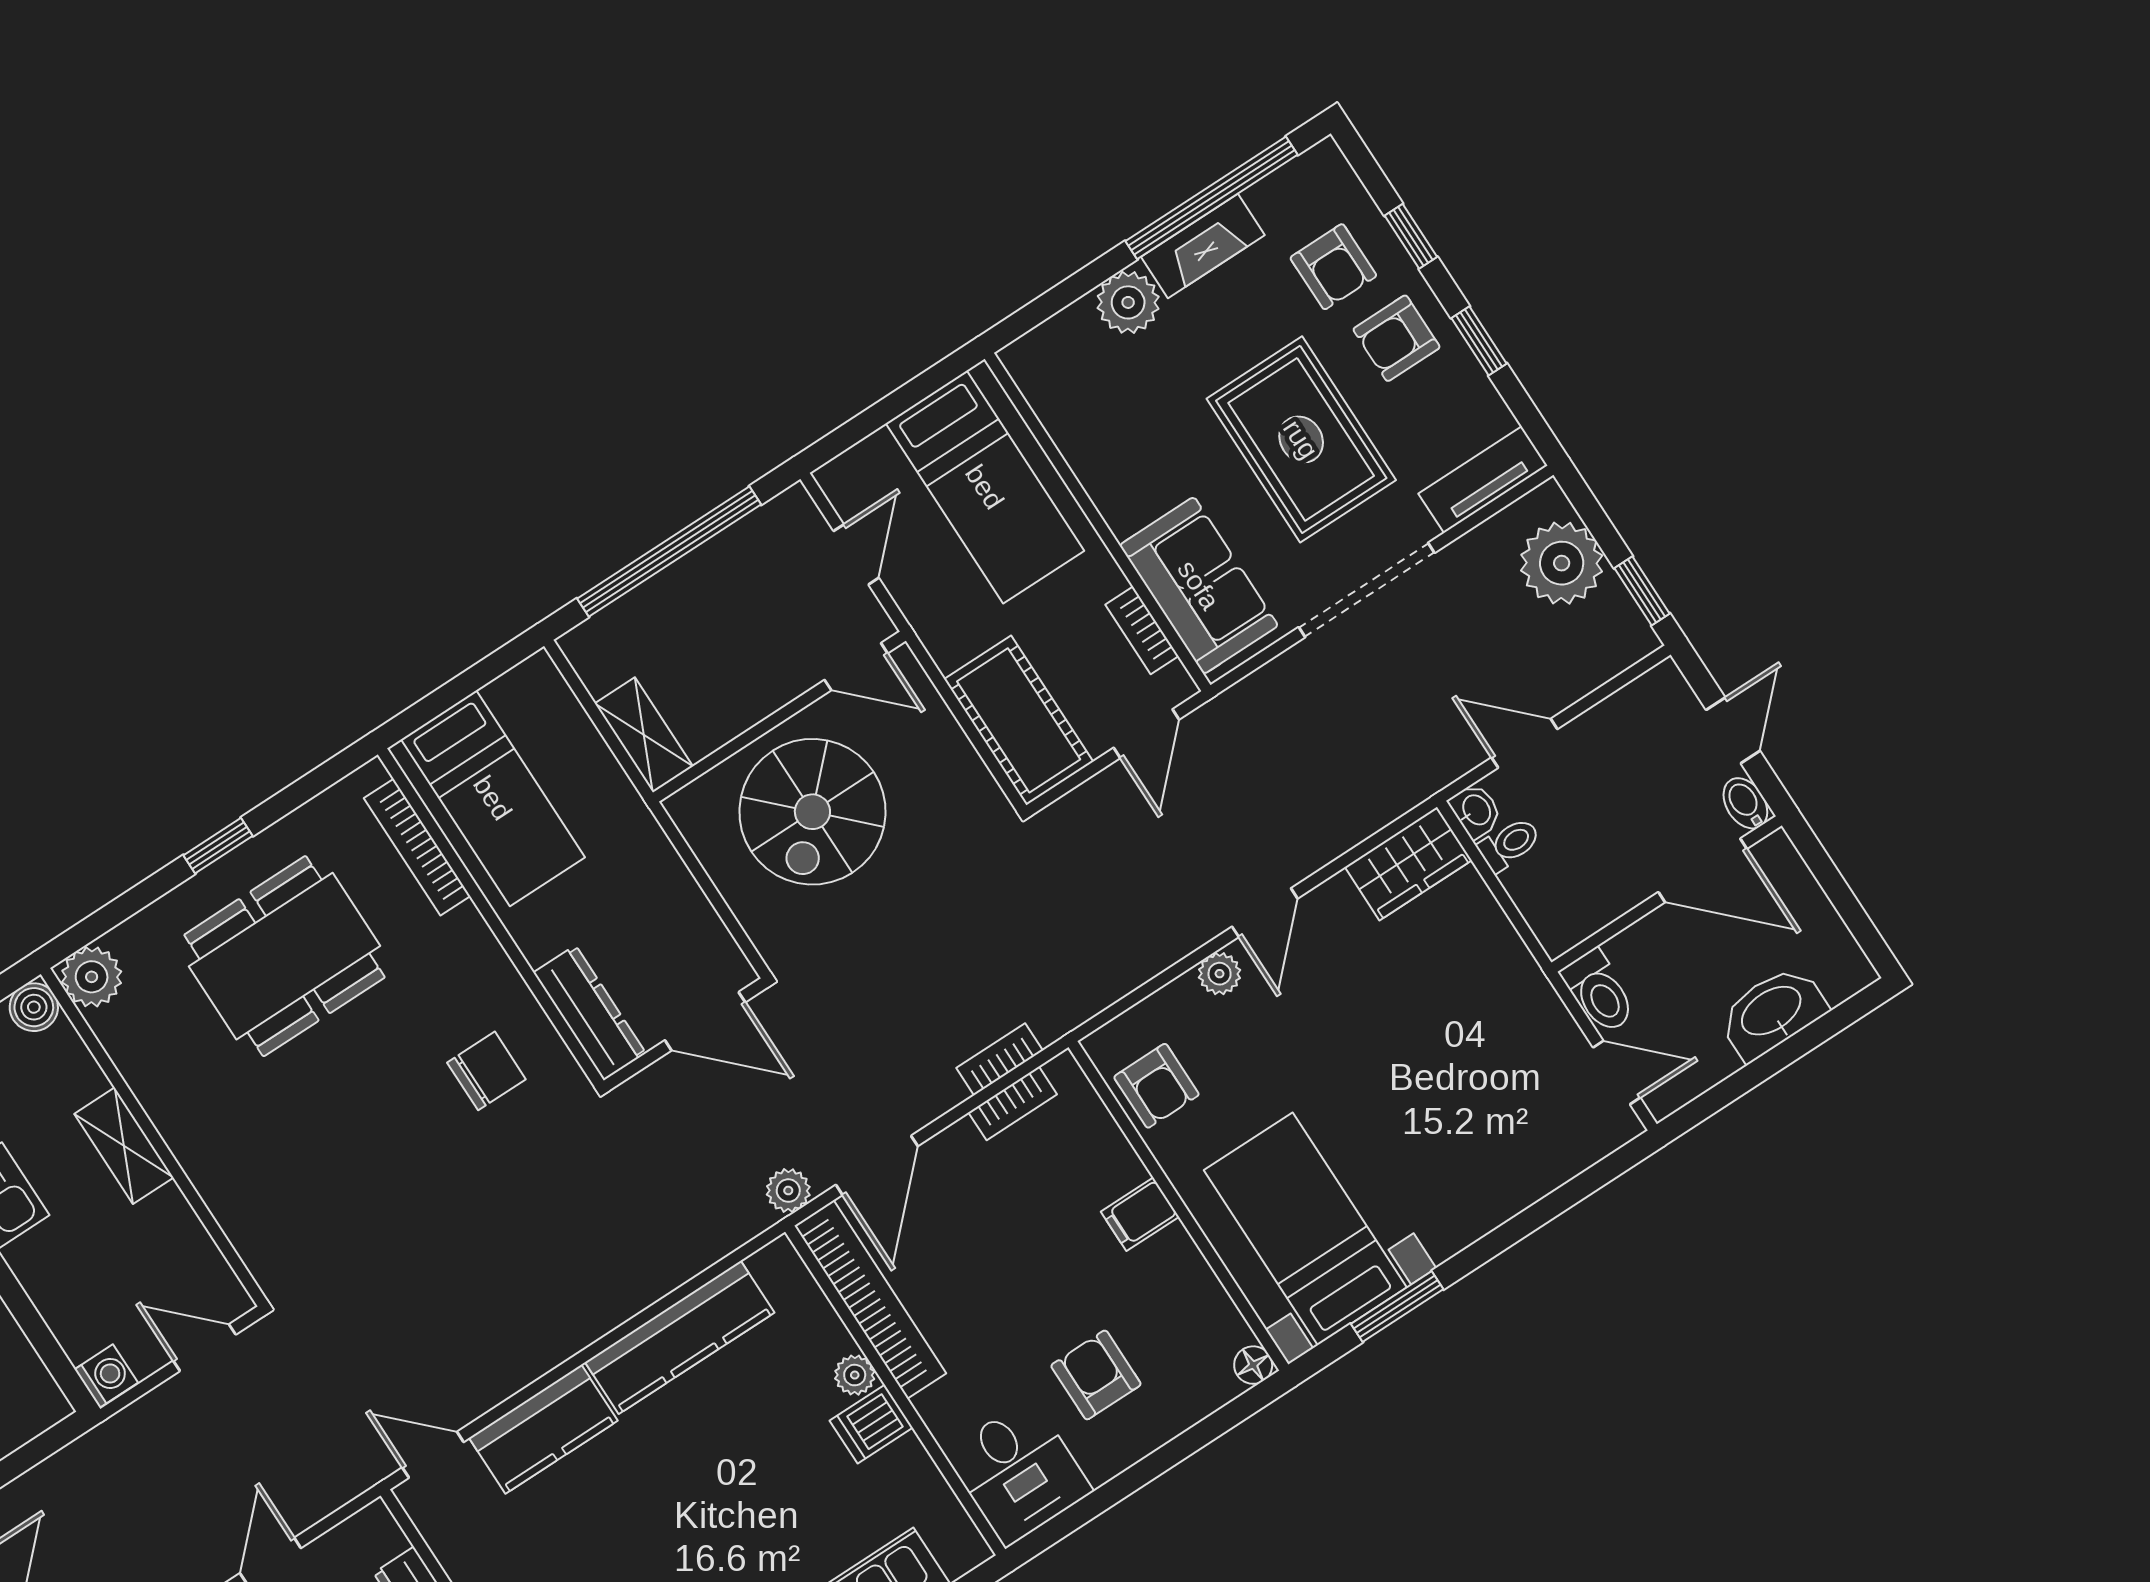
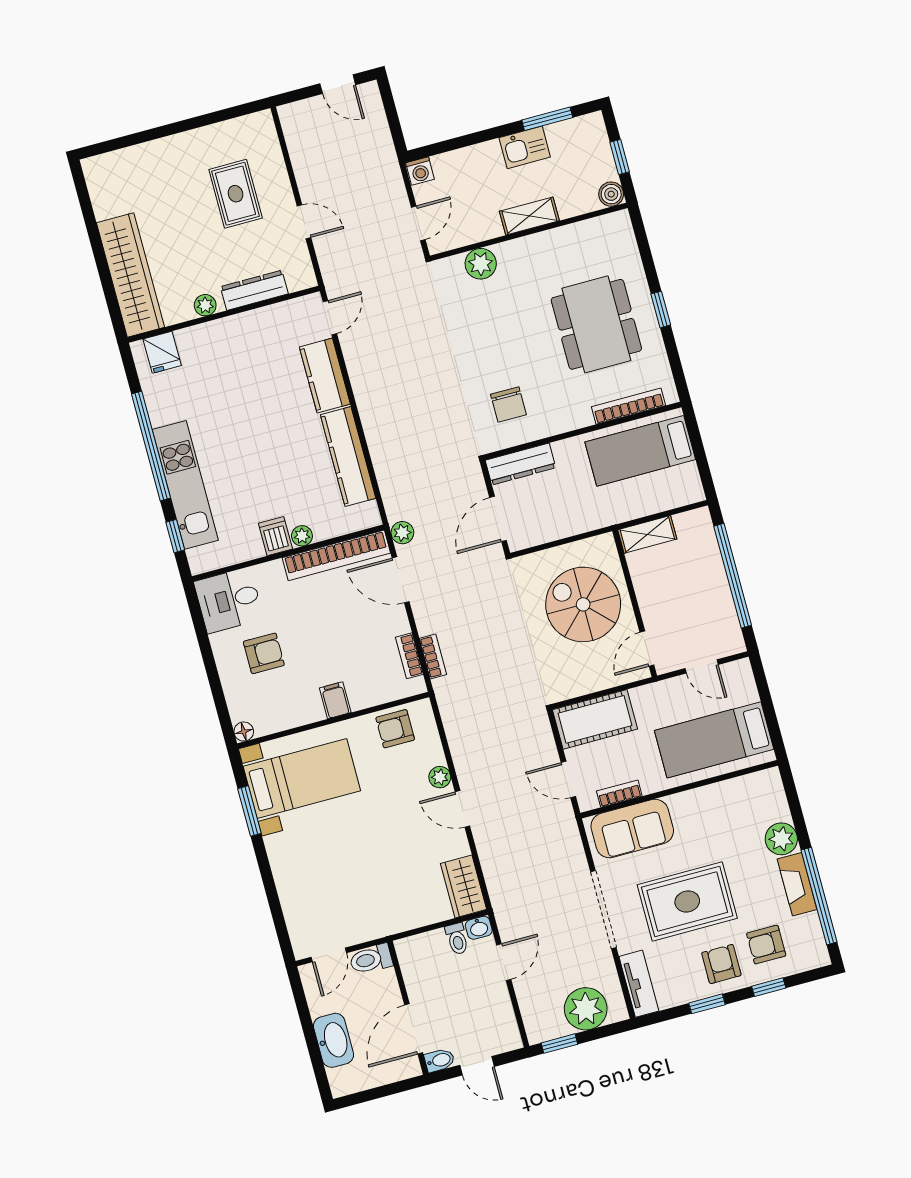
plant: (92, 977) -> (481, 264), moved

